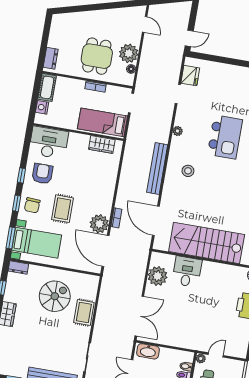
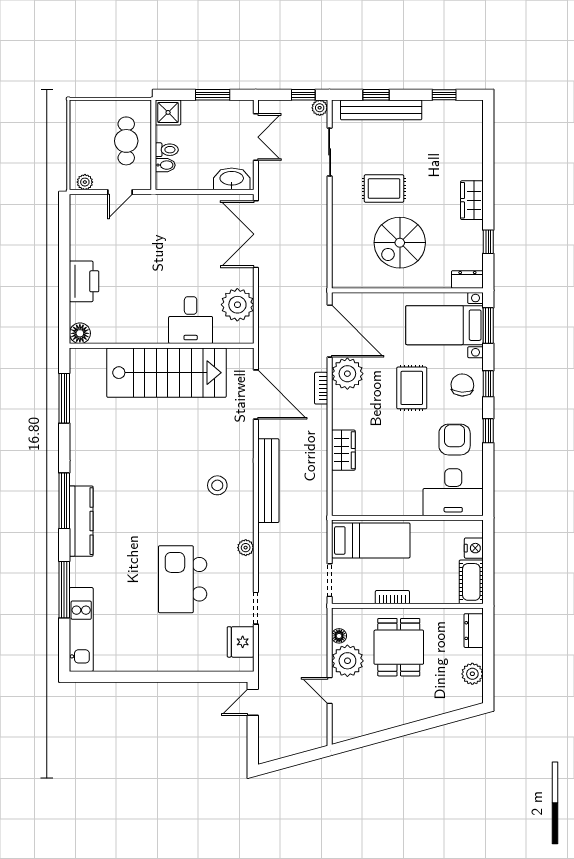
door: (145, 24) -> (330, 691), moved
plant: (56, 33) -> (472, 674), added
kitchen island: (225, 137) -> (183, 579), moved
wardrobe: (102, 145) -> (343, 450), moved, turned 90
armchair: (42, 174) -> (455, 440), turned 180
rug: (84, 313) -> (384, 188), moved, turned 90
plant: (201, 358) -> (85, 182), moved

